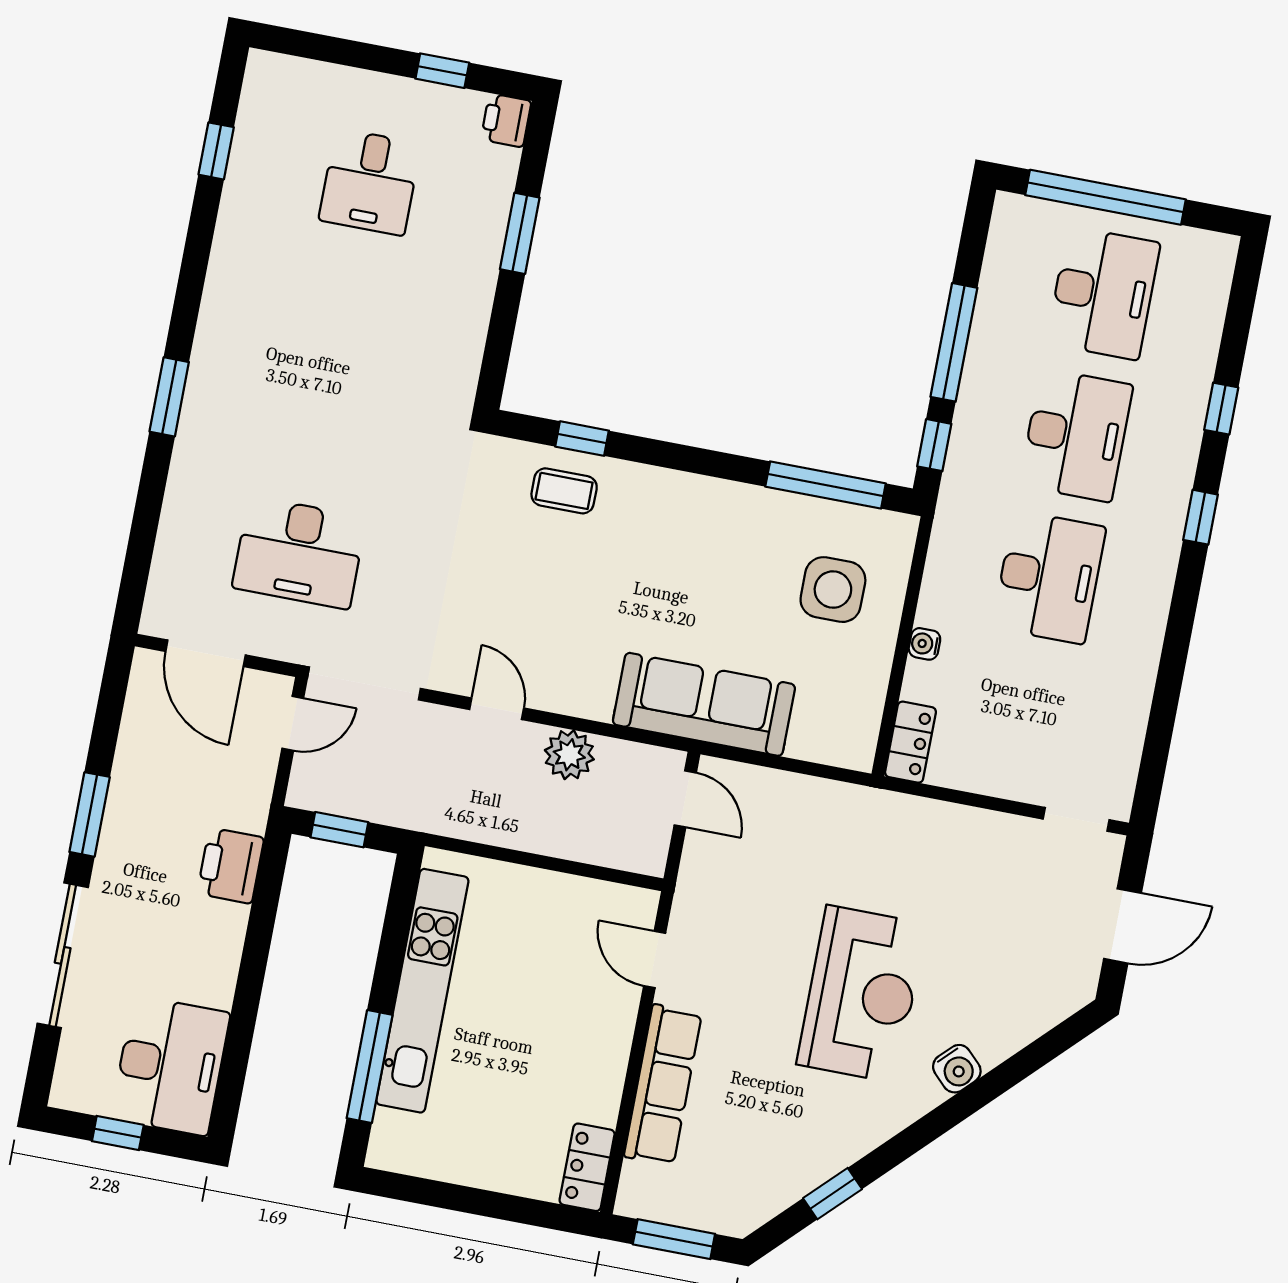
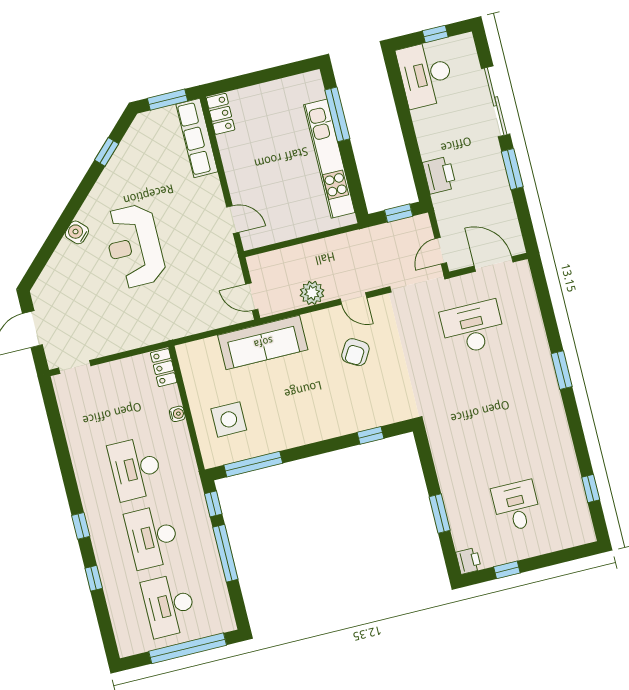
coffee table: (564, 491) -> (368, 409), removed
armchair: (539, 607) -> (355, 352), added
row of seats: (663, 1085) -> (197, 138), moved

